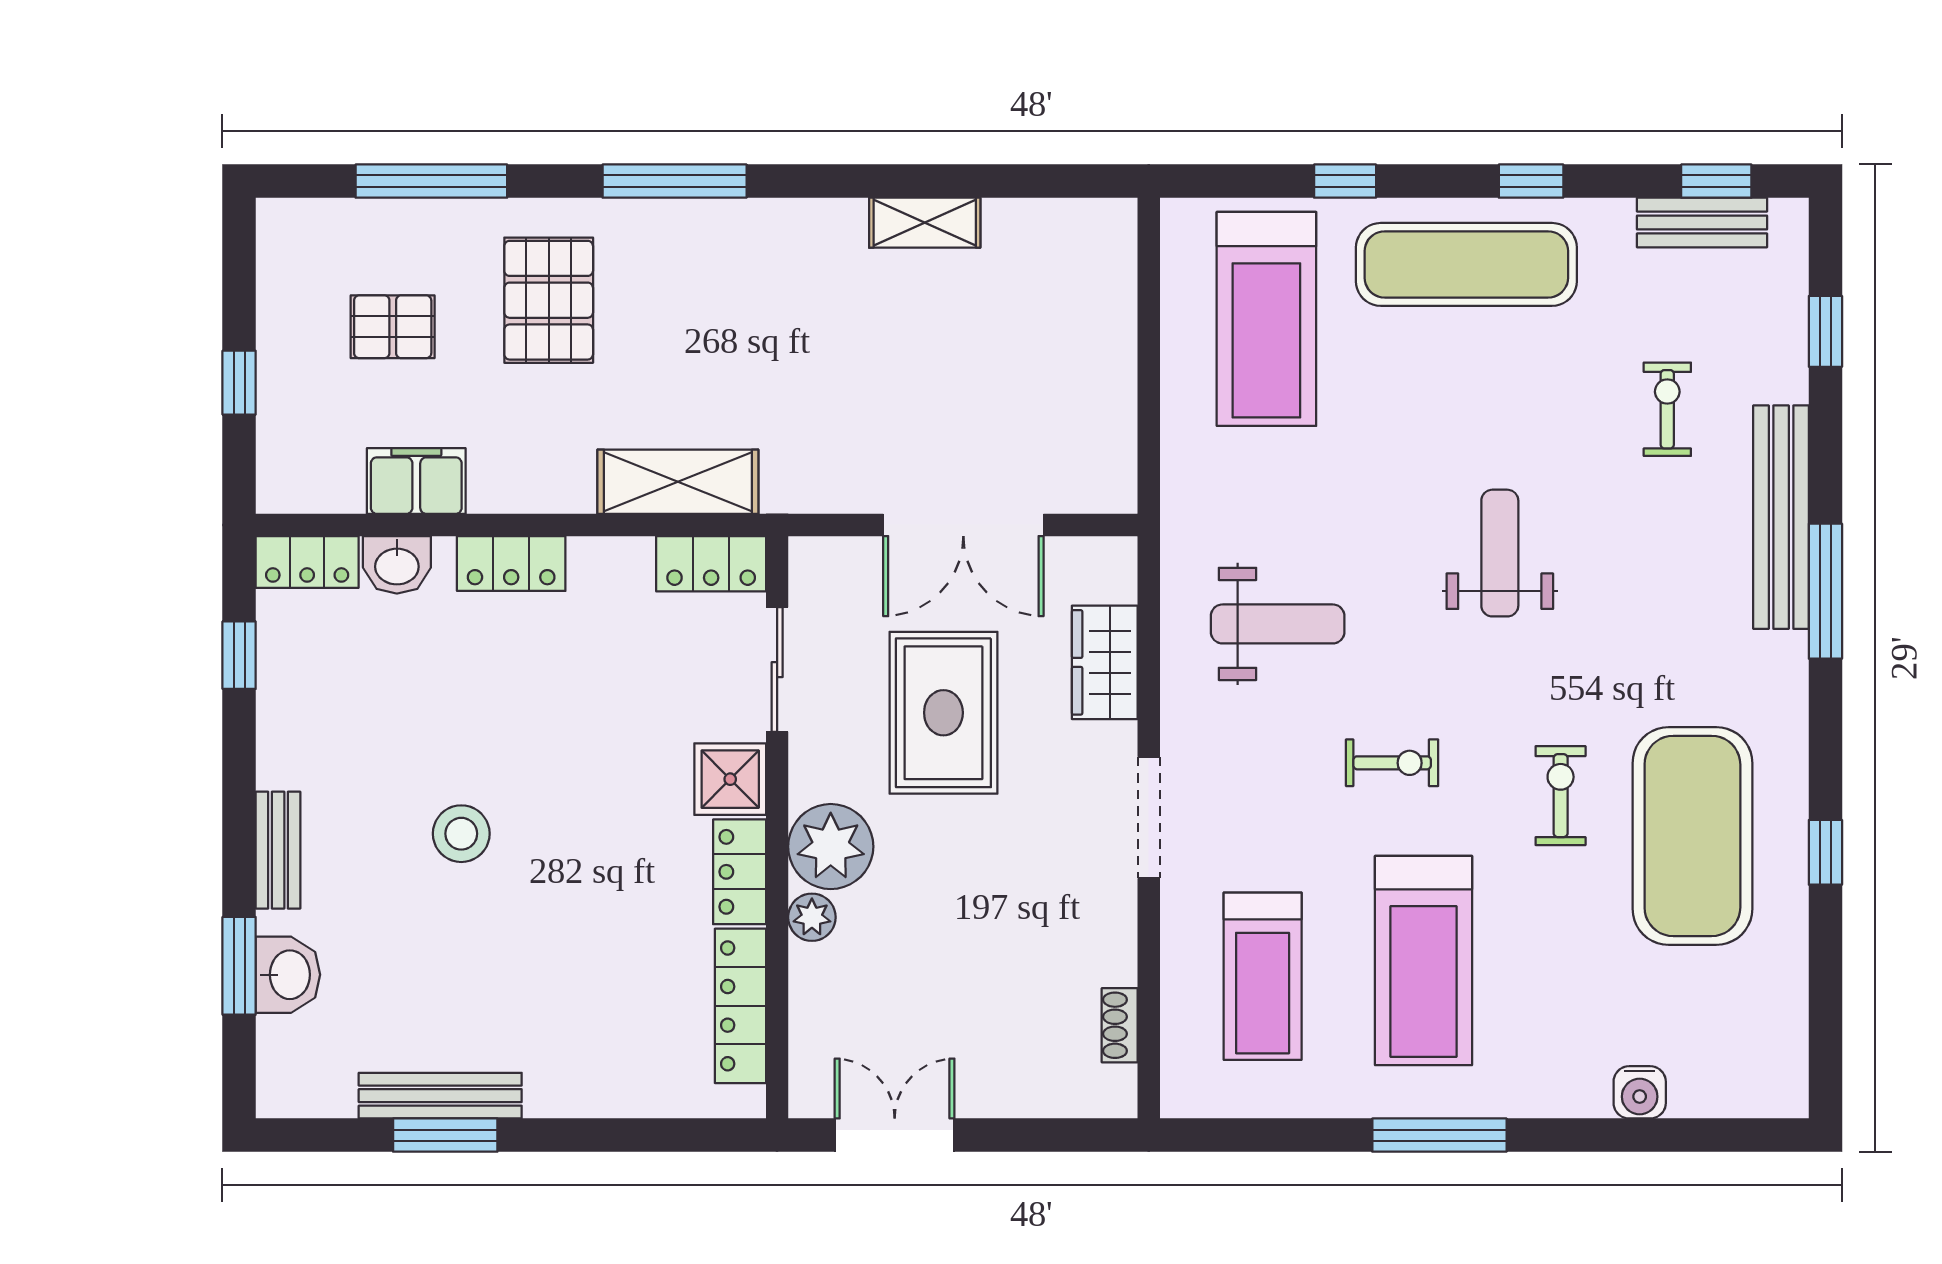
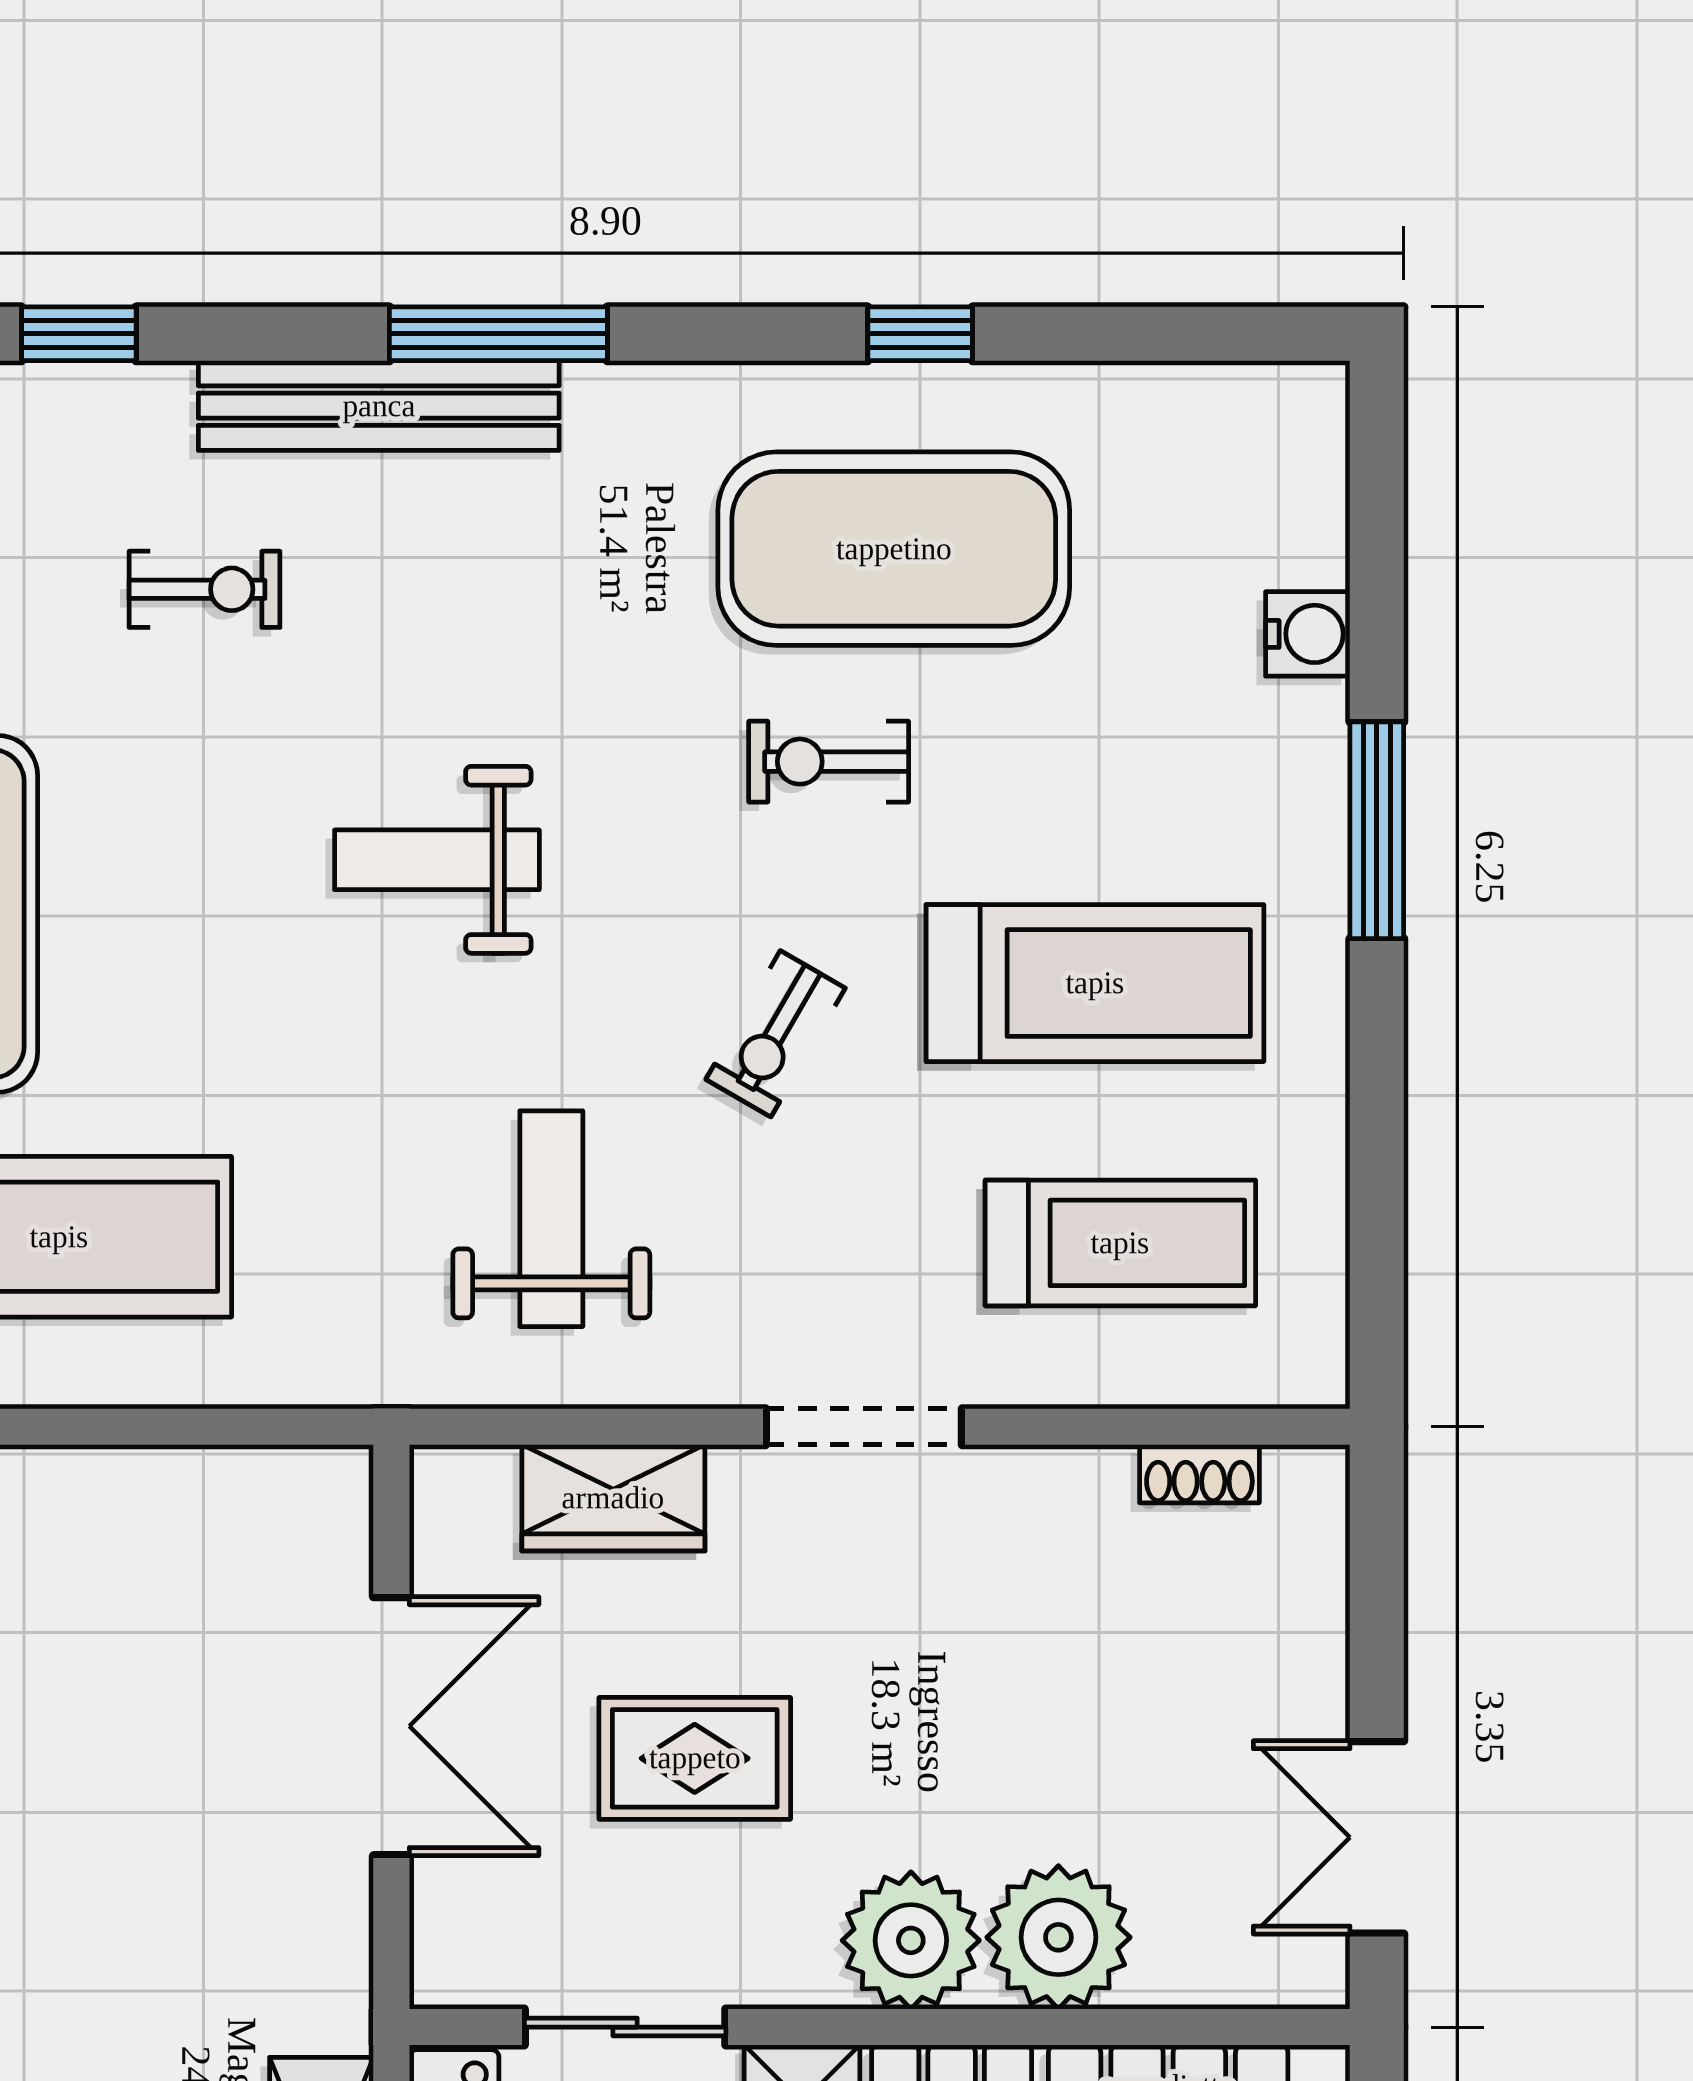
exercise bike: (1667, 409) -> (205, 589), turned 180
rug: (943, 713) -> (695, 1758), width x0.73, depth x0.70
exercise bike: (1392, 763) -> (776, 1034), turned -150
plant: (812, 917) -> (1058, 1937), width x1.87, depth x1.87
window: (1439, 1135) -> (1377, 830), moved

